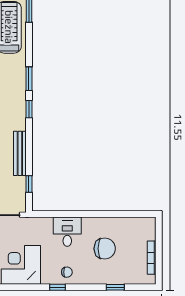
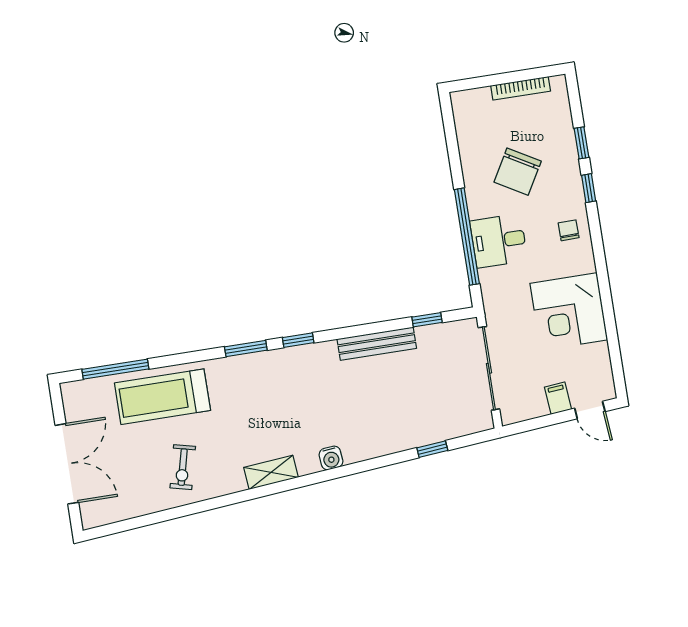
window: (72, 214) -> (467, 237), added
chair: (105, 249) -> (518, 172), turned -150
window: (57, 287) -> (589, 188), moved

